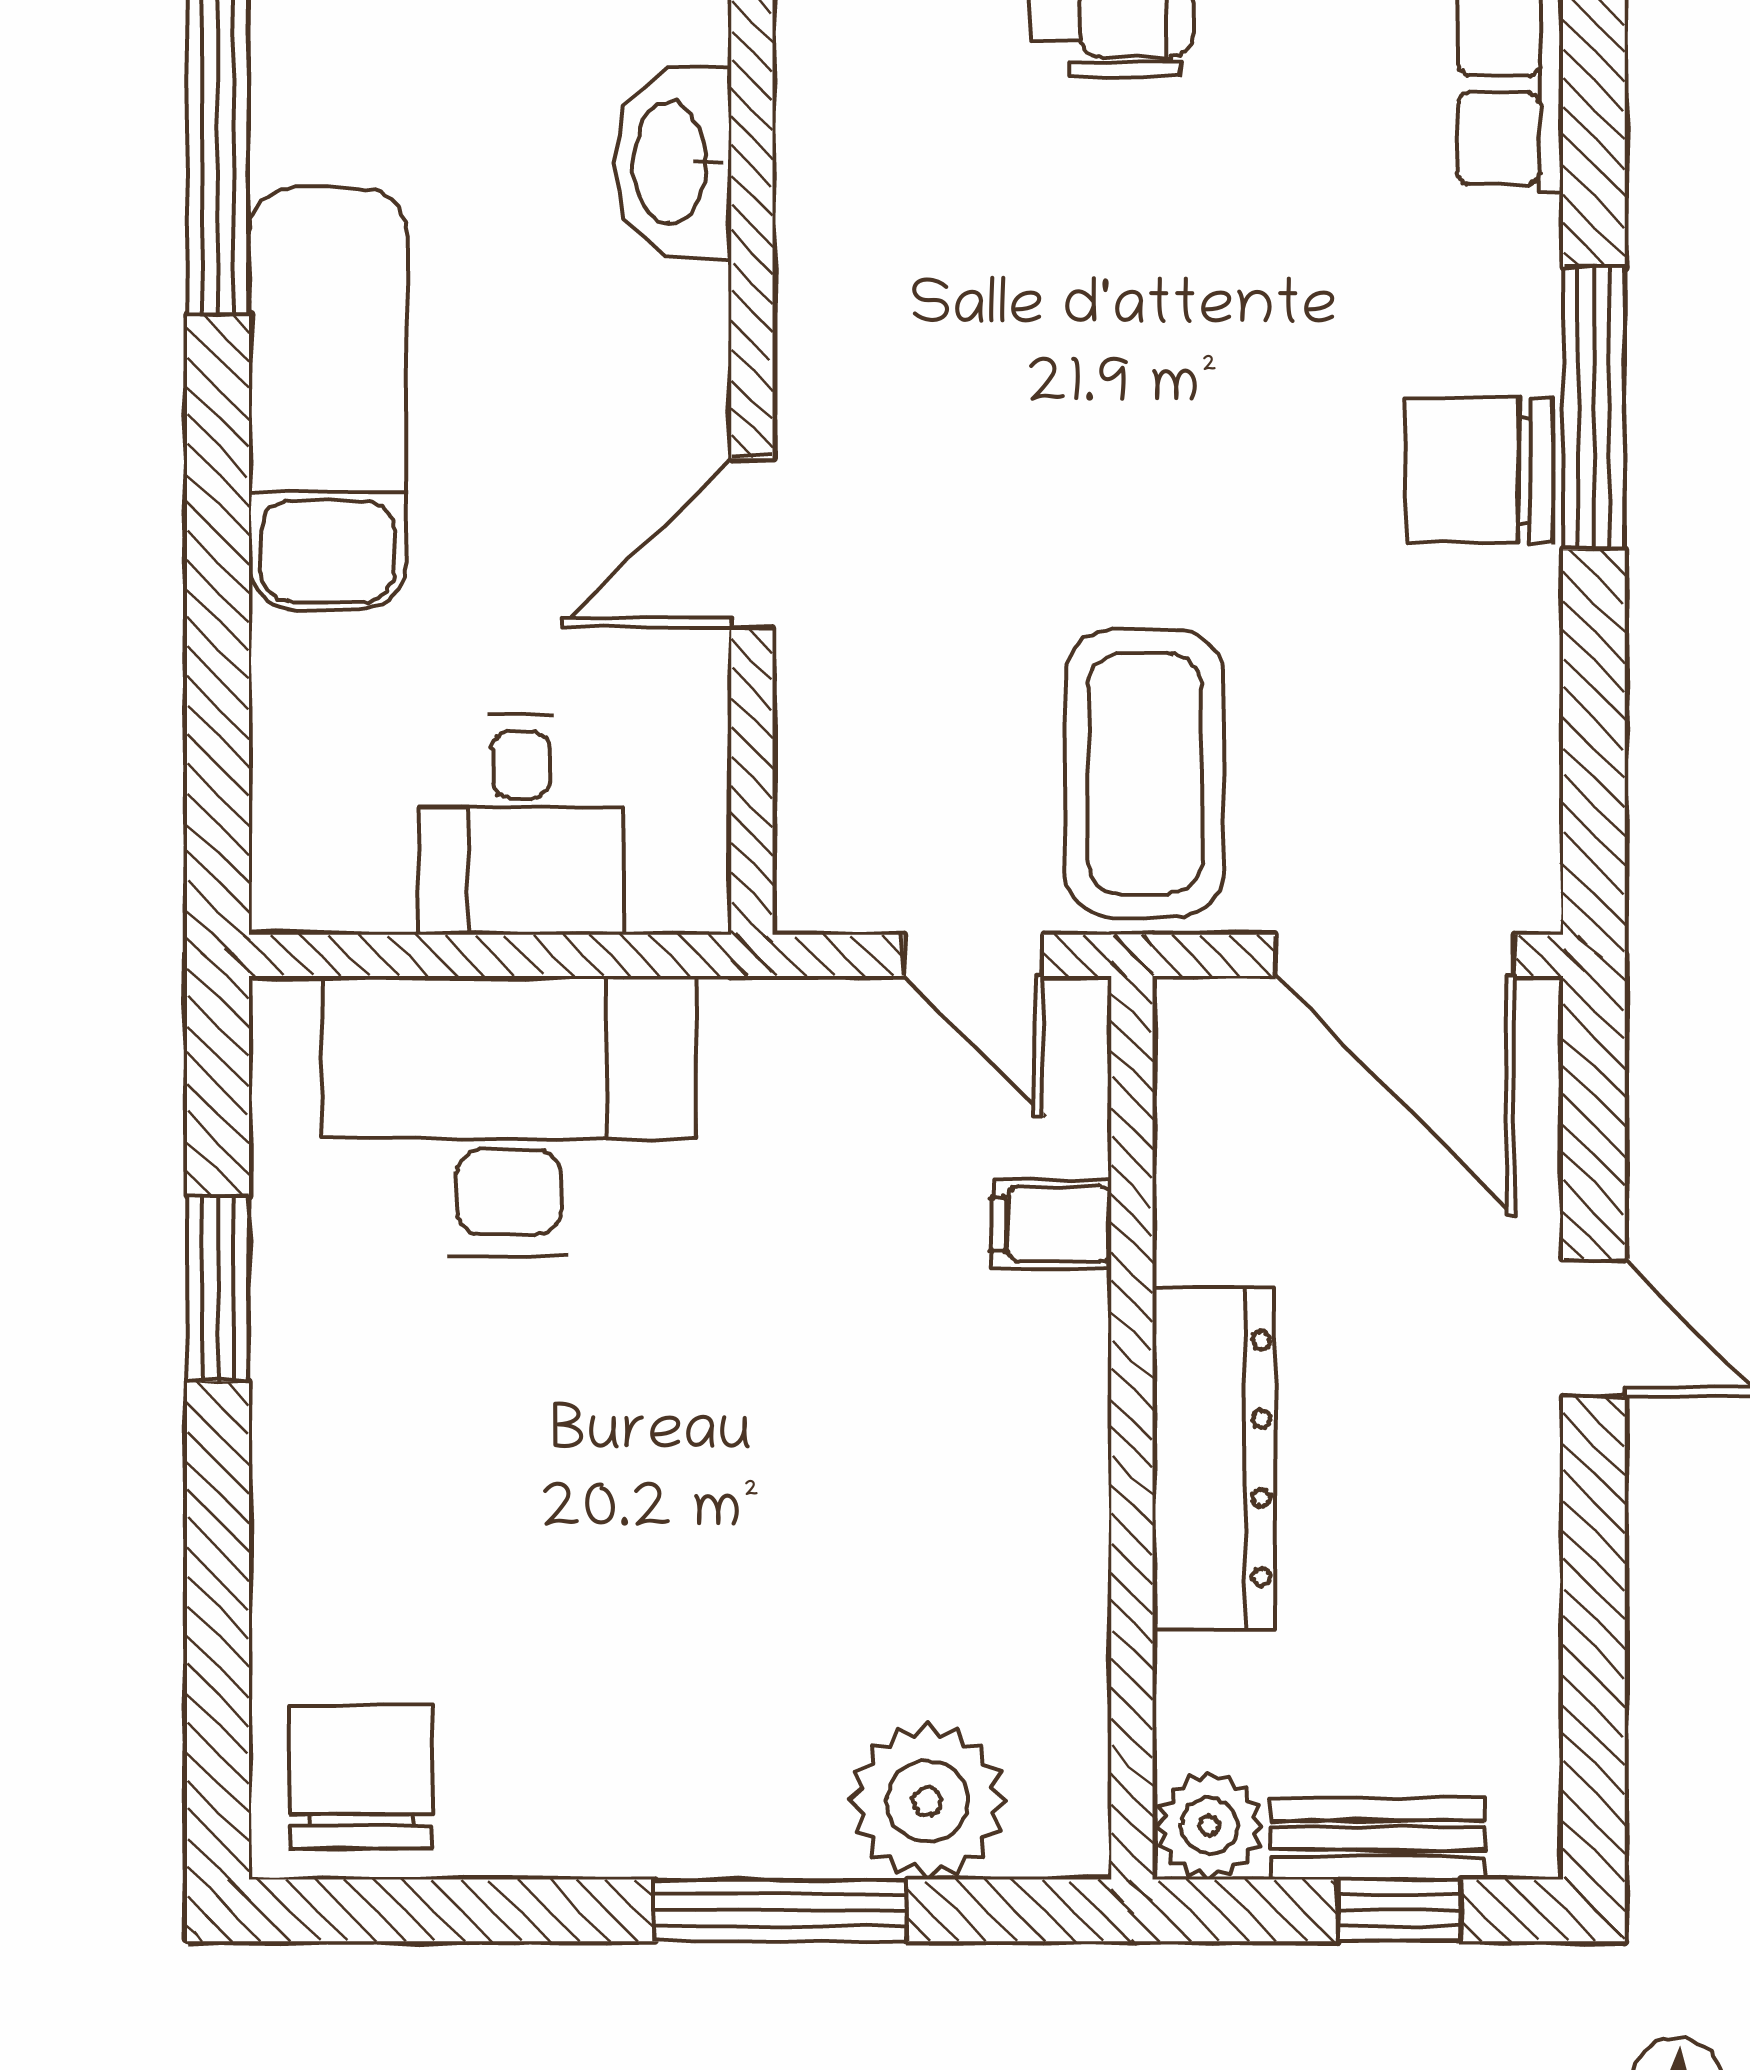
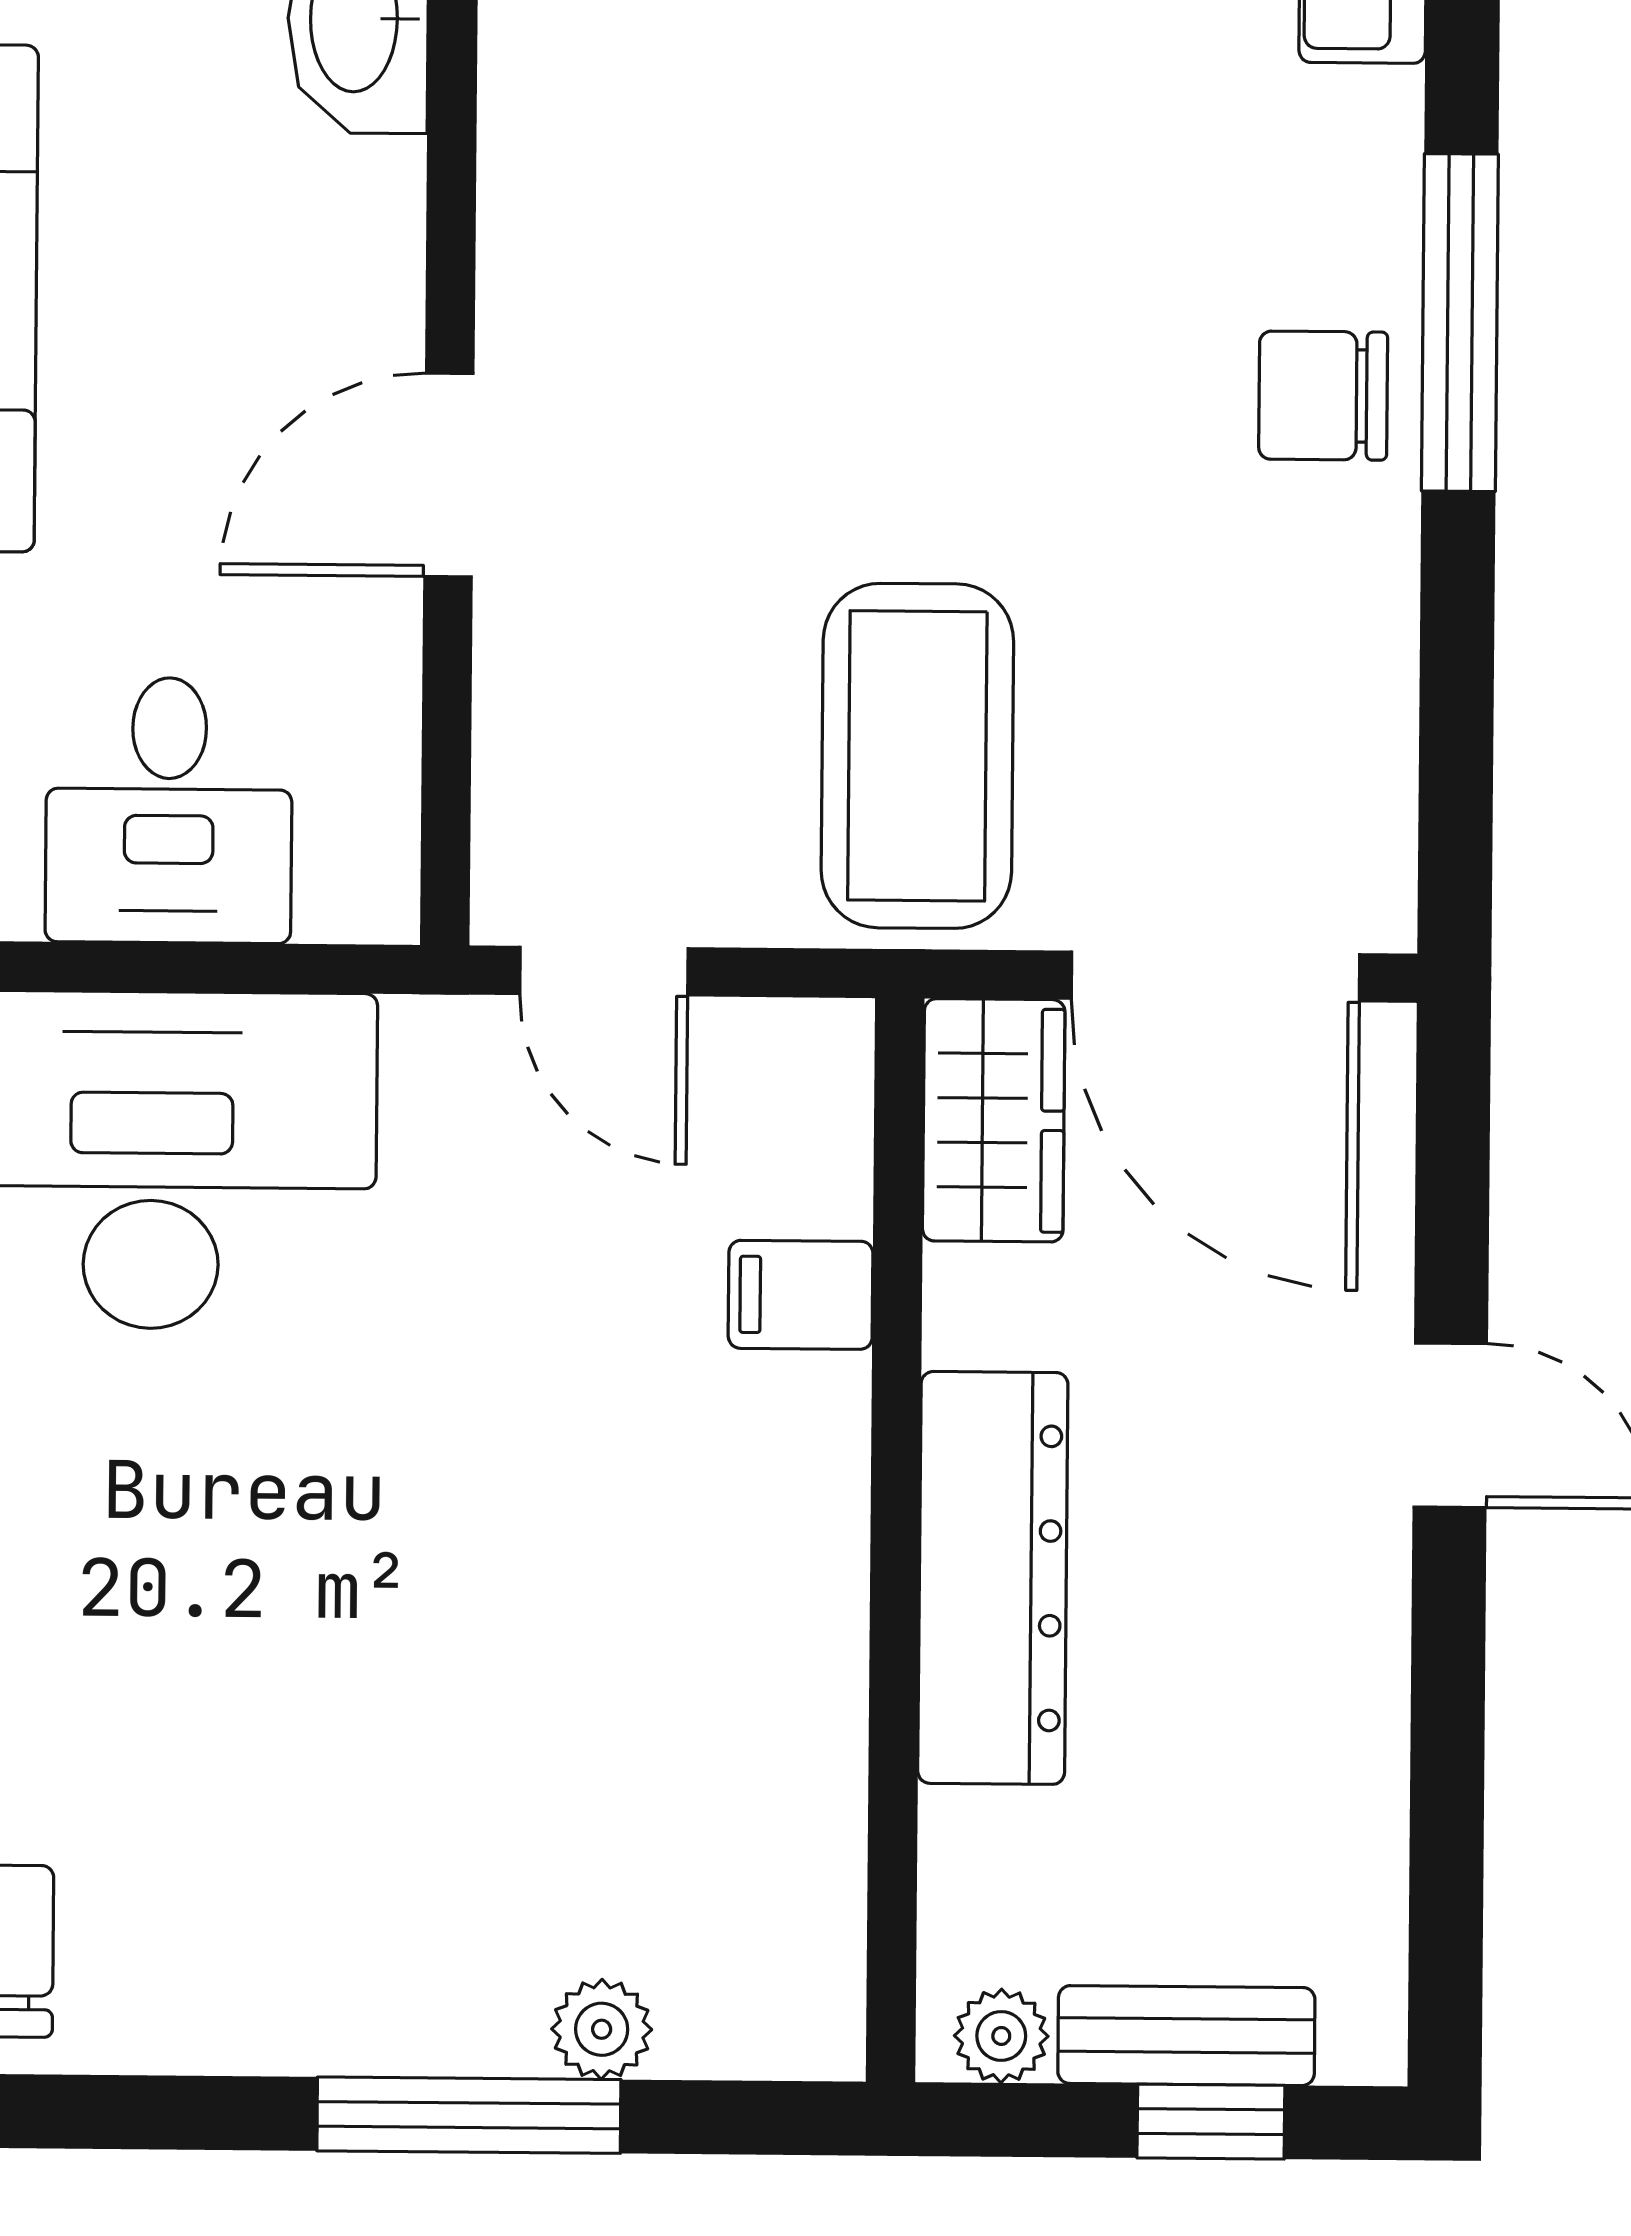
chair: (1480, 470) -> (1323, 396), width x0.73, depth x0.73
door: (973, 955) -> (604, 971), moved
wardrobe: (1211, 1077) -> (994, 1120), added
plant: (927, 1801) -> (602, 2029), width x0.53, depth x0.53
plant: (1209, 1826) -> (1001, 2036), width x0.73, depth x0.73

